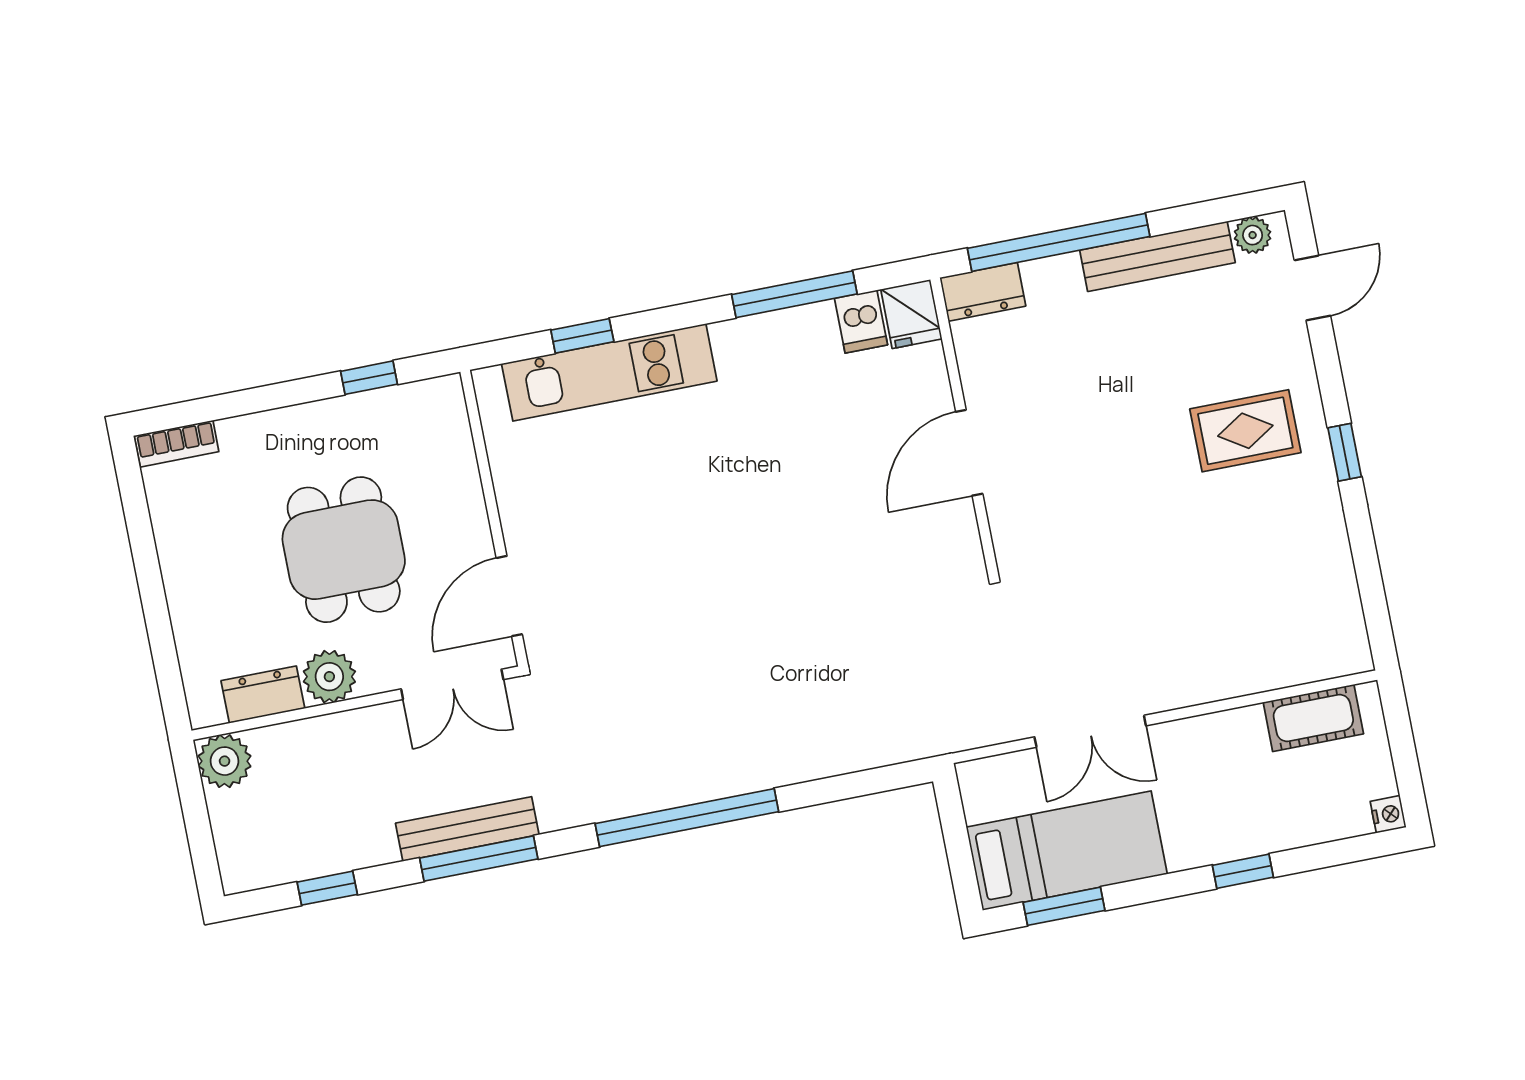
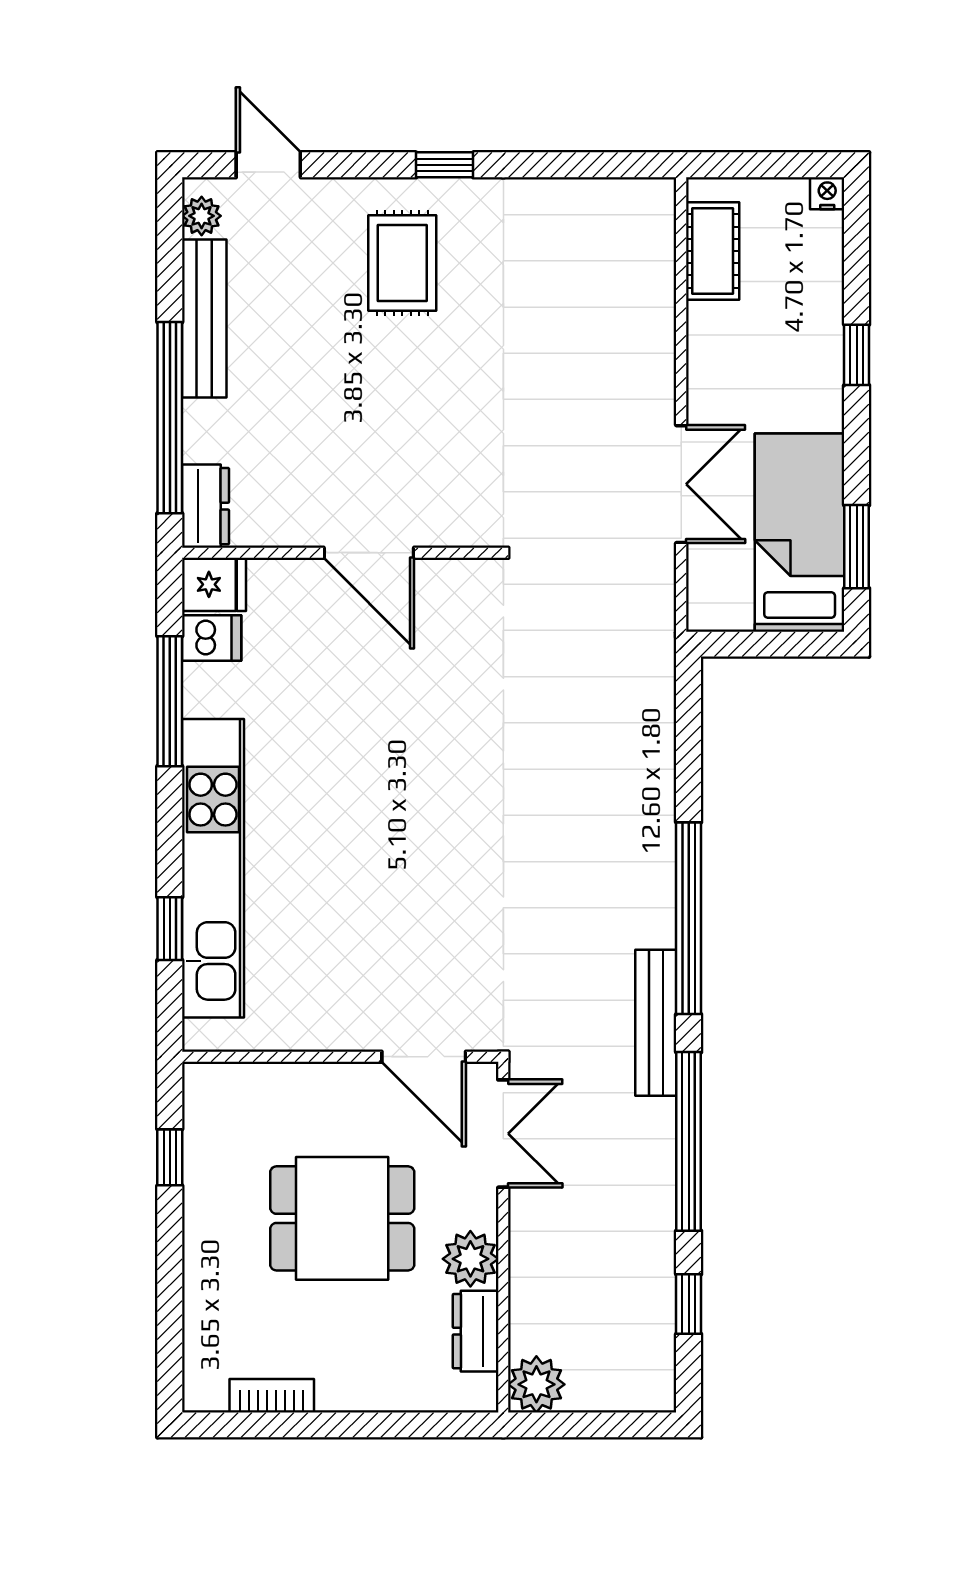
kitchen unit: (609, 372) -> (213, 868), width x1.36
bookcase: (177, 444) -> (272, 1396), moved, turned -90
bench: (467, 829) -> (656, 1023), moved
window: (479, 858) -> (689, 1141), width x1.46

